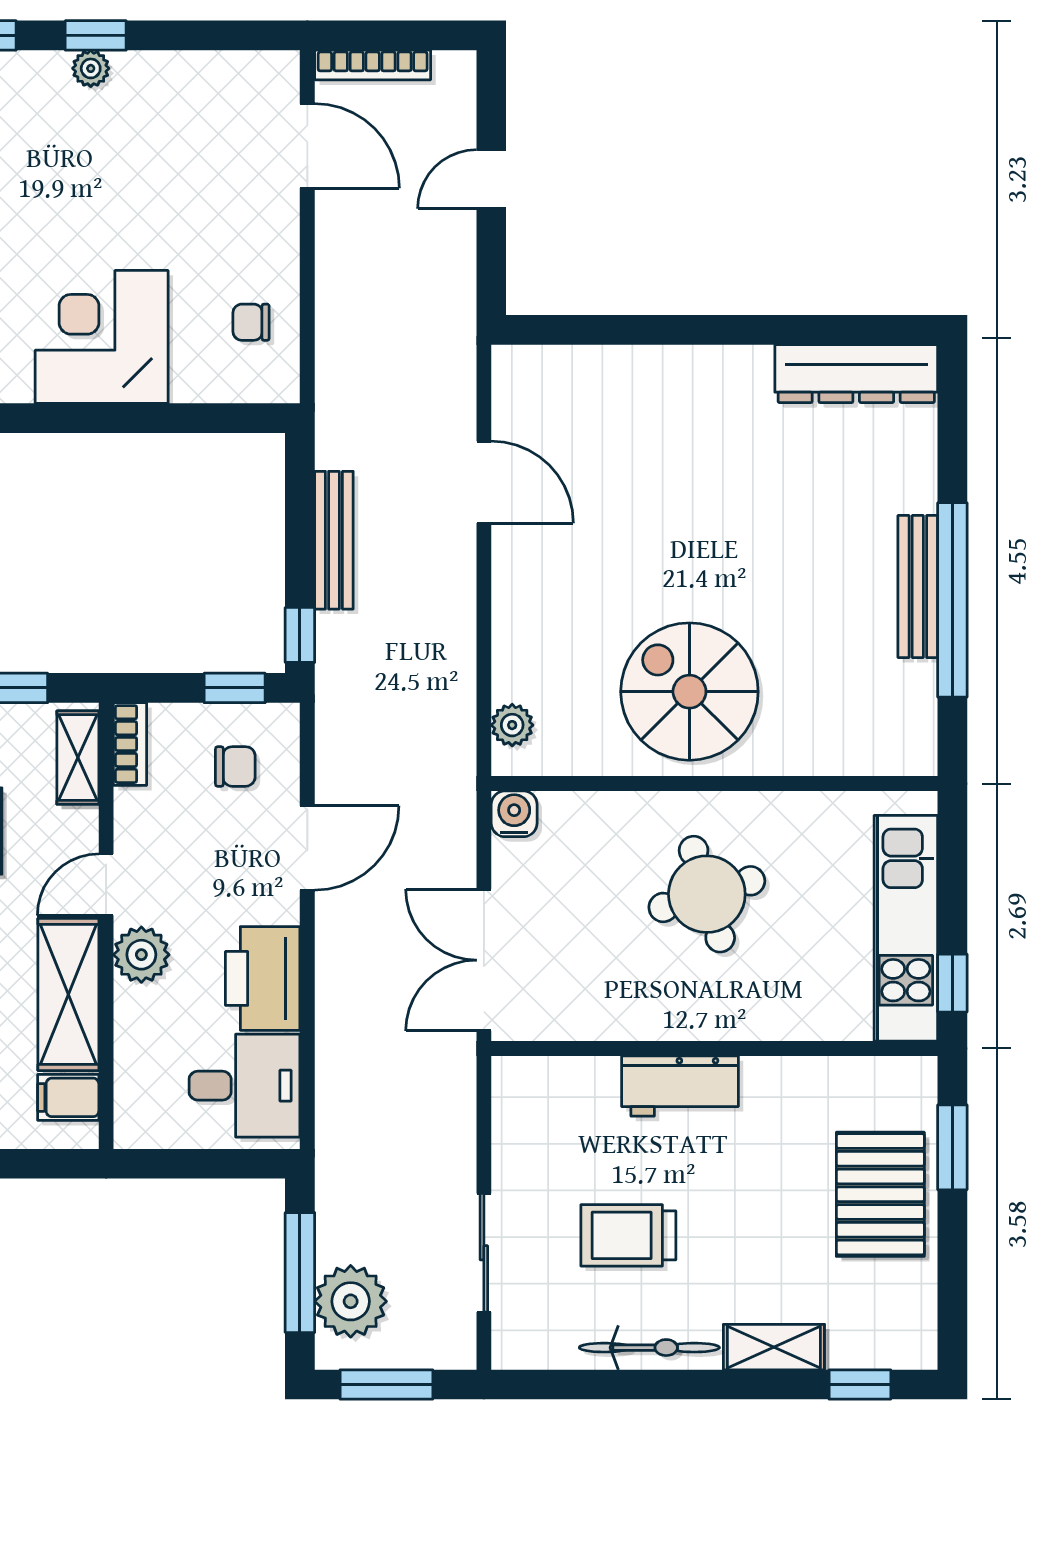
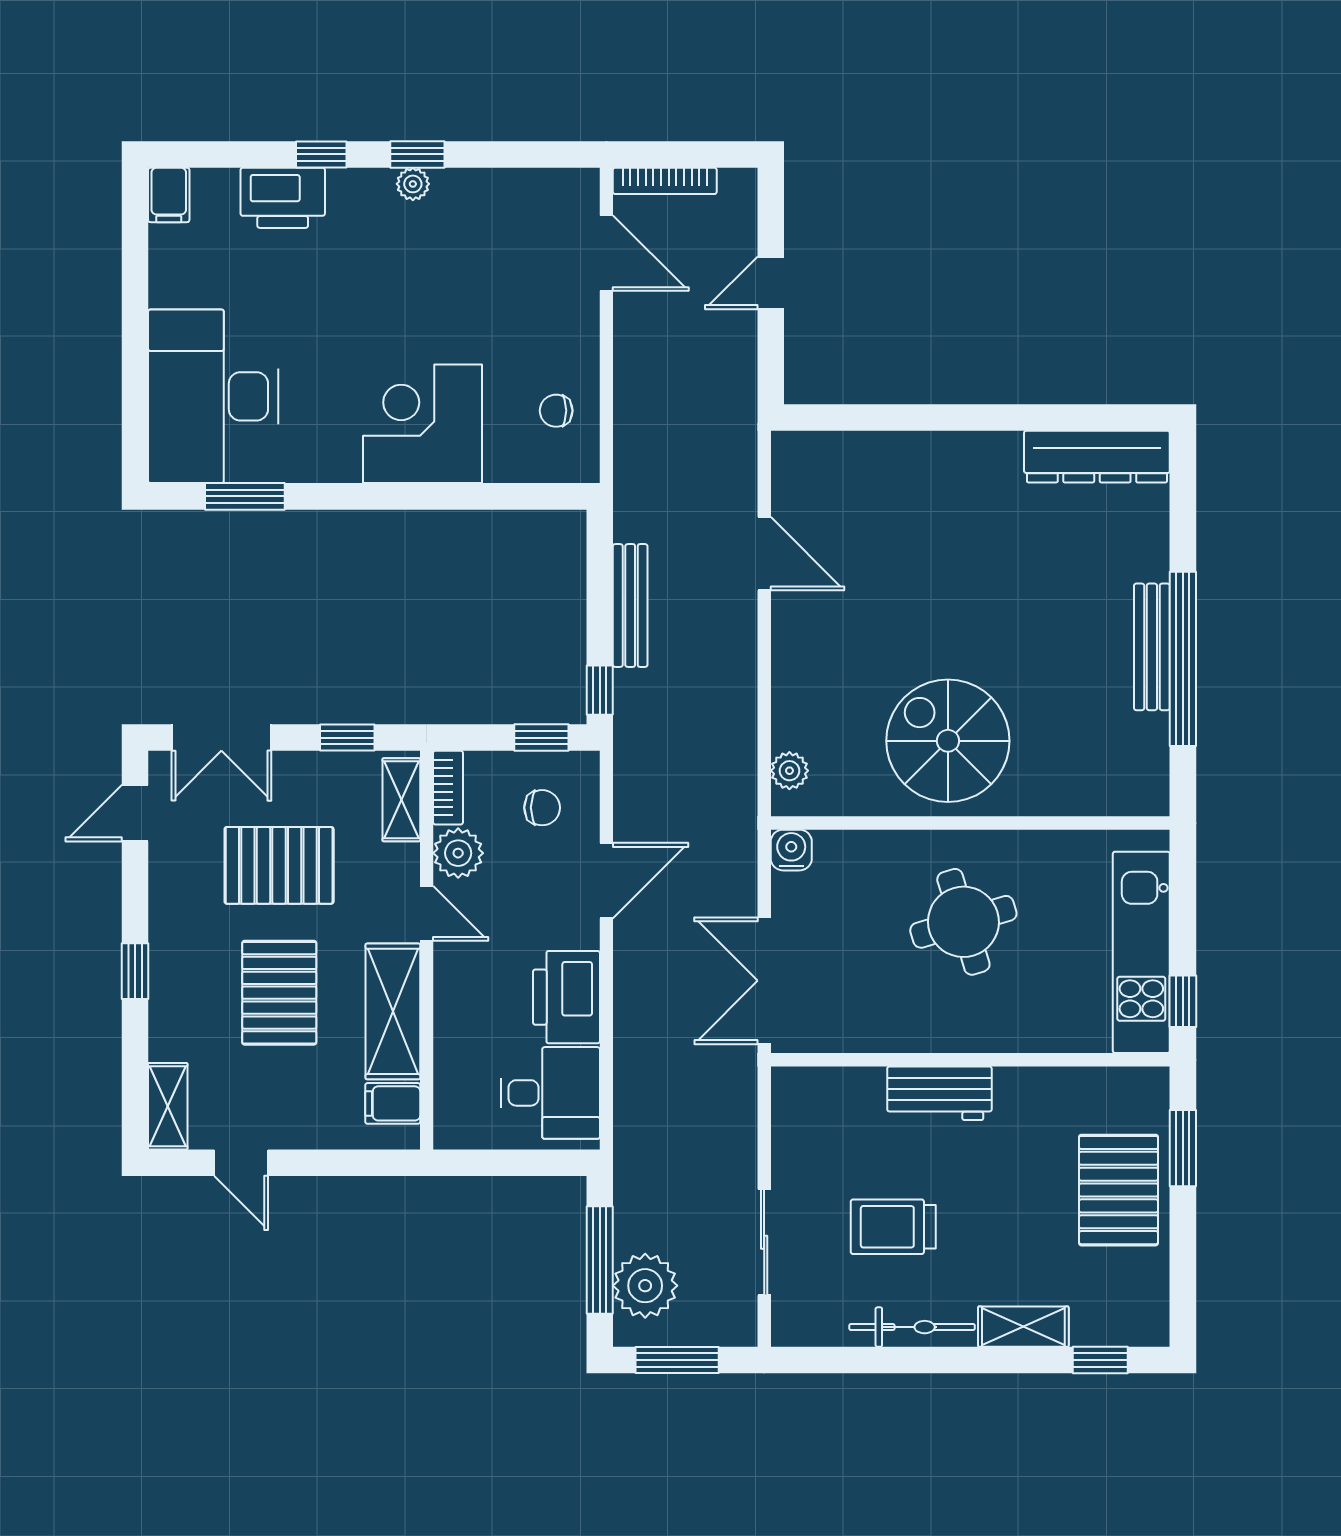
door: (106, 885) -> (427, 913), swing flipped
plant: (141, 955) -> (458, 853), moved

